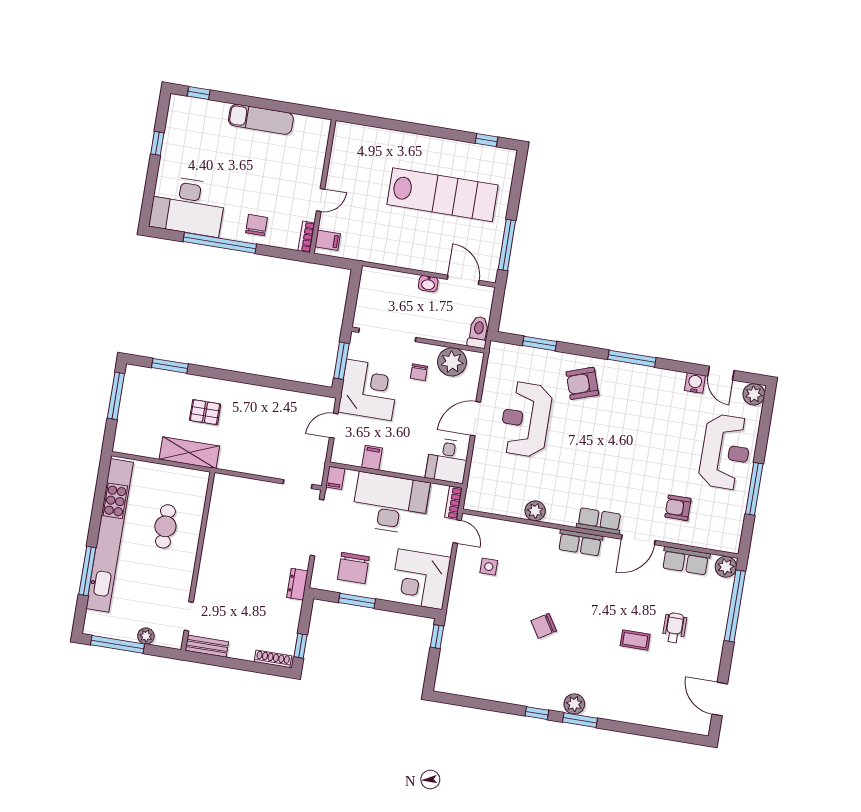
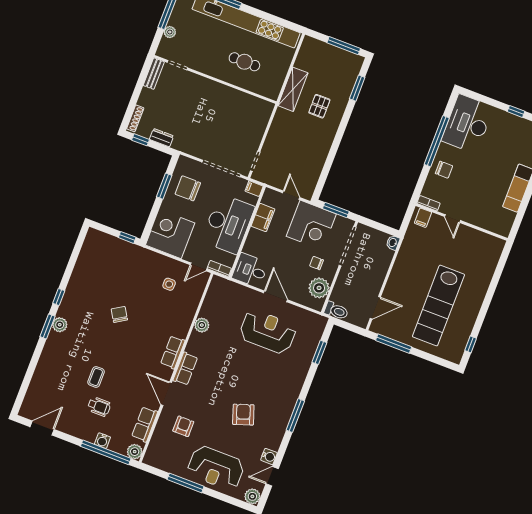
washbasin: (428, 284) -> (393, 243), moved
armchair: (582, 383) -> (243, 415), moved
filing cabinet: (372, 458) -> (263, 218), width x2.00
dresser: (297, 584) -> (161, 138), moved
water cooler: (720, 614) -> (102, 441), added

